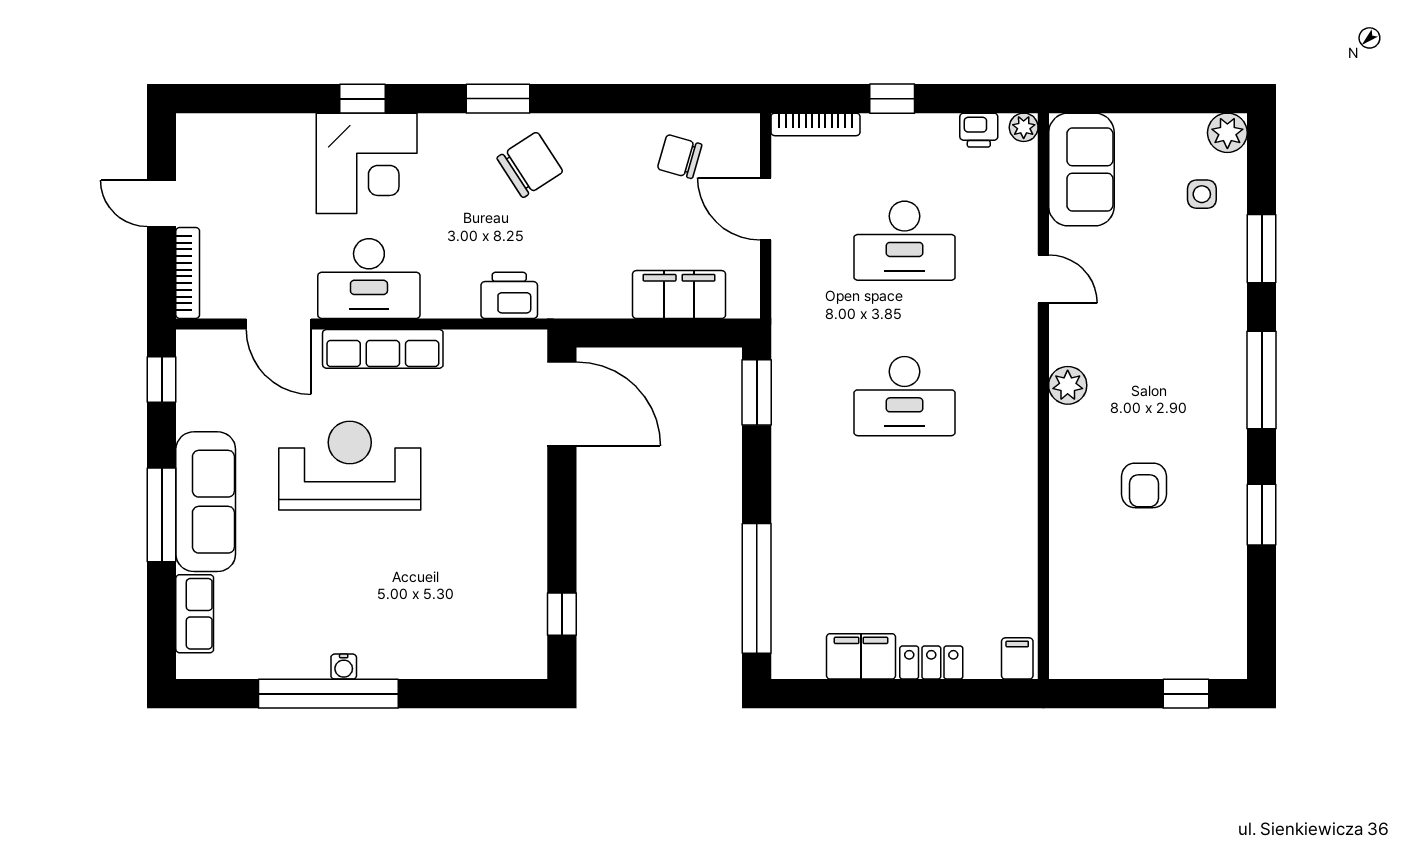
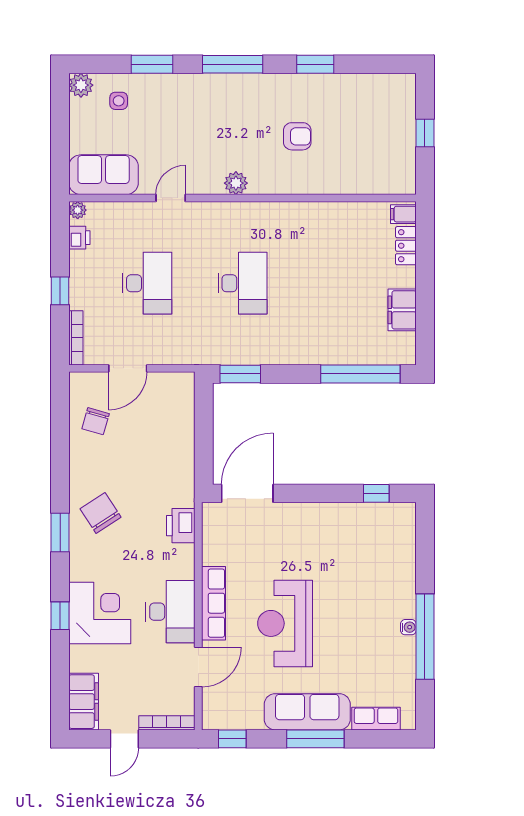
filing cabinet: (679, 295) -> (84, 702), moved, turned 180
locker: (931, 663) -> (406, 246), moved
window: (1186, 694) -> (425, 133), moved

